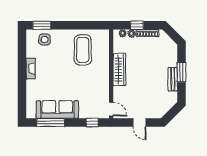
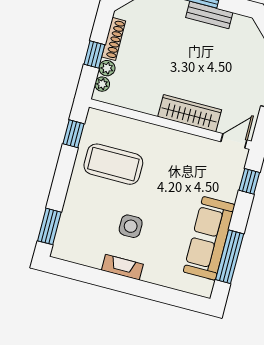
window: (93, 25) -> (74, 134), added
side table: (45, 39) -> (131, 226), moved
wardrobe: (119, 70) -> (190, 113), moved

